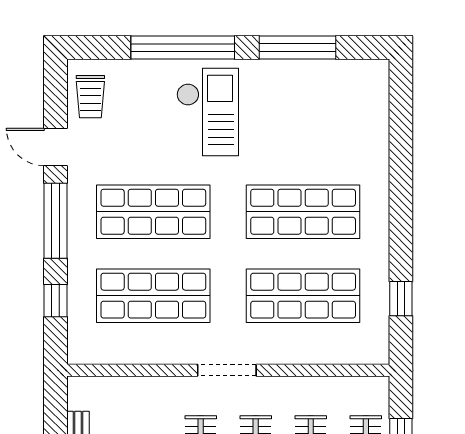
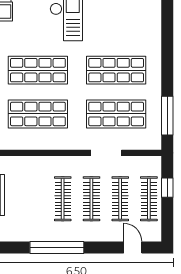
window: (401, 299) -> (167, 116), width x2.17
doorway: (227, 370) -> (106, 153), moved

